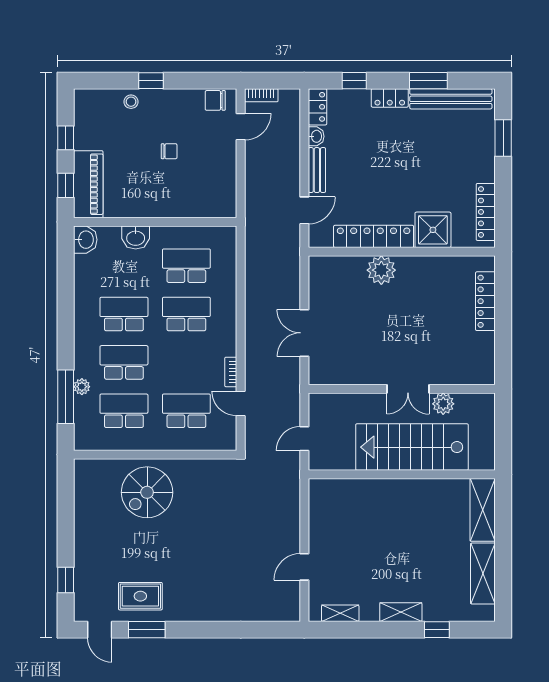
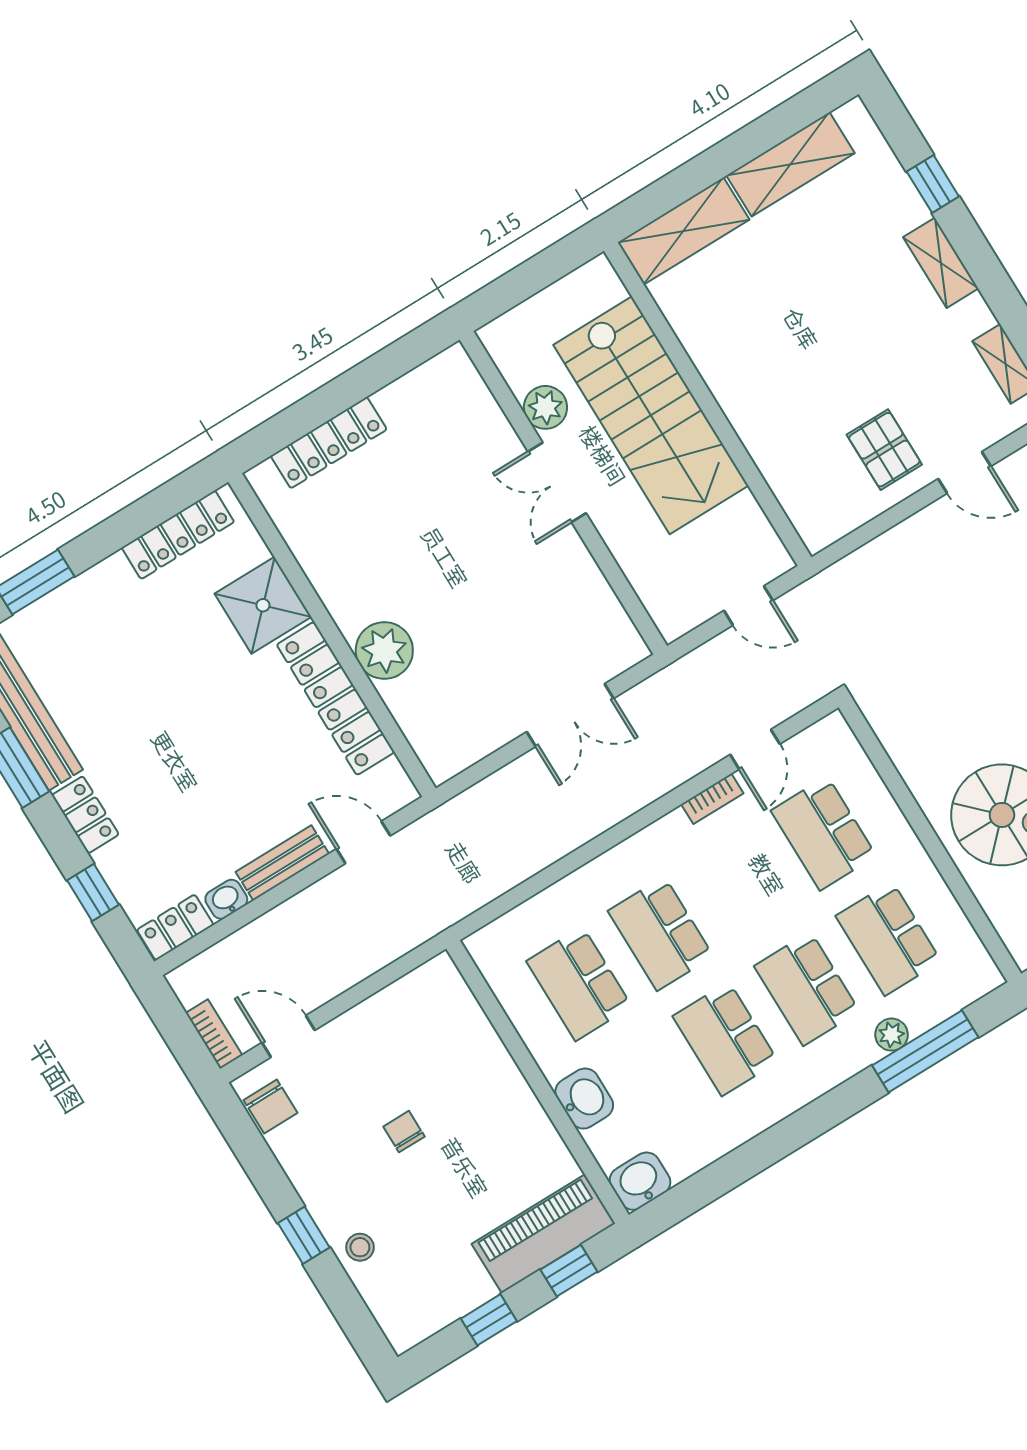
double door: (408, 389) -> (557, 482), swing flipped
pallet: (335, 538) -> (884, 450), added

